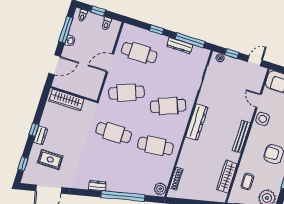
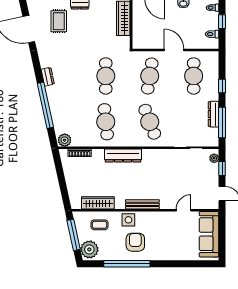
cafe table: (126, 93) -> (150, 76), turned 30
side table: (263, 119) -> (128, 220), moved
dresser: (197, 122) -> (123, 155), moved

